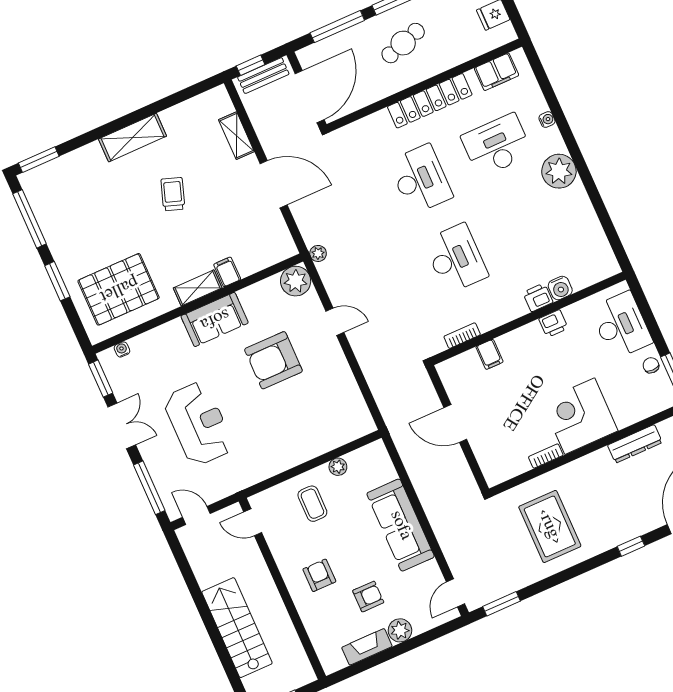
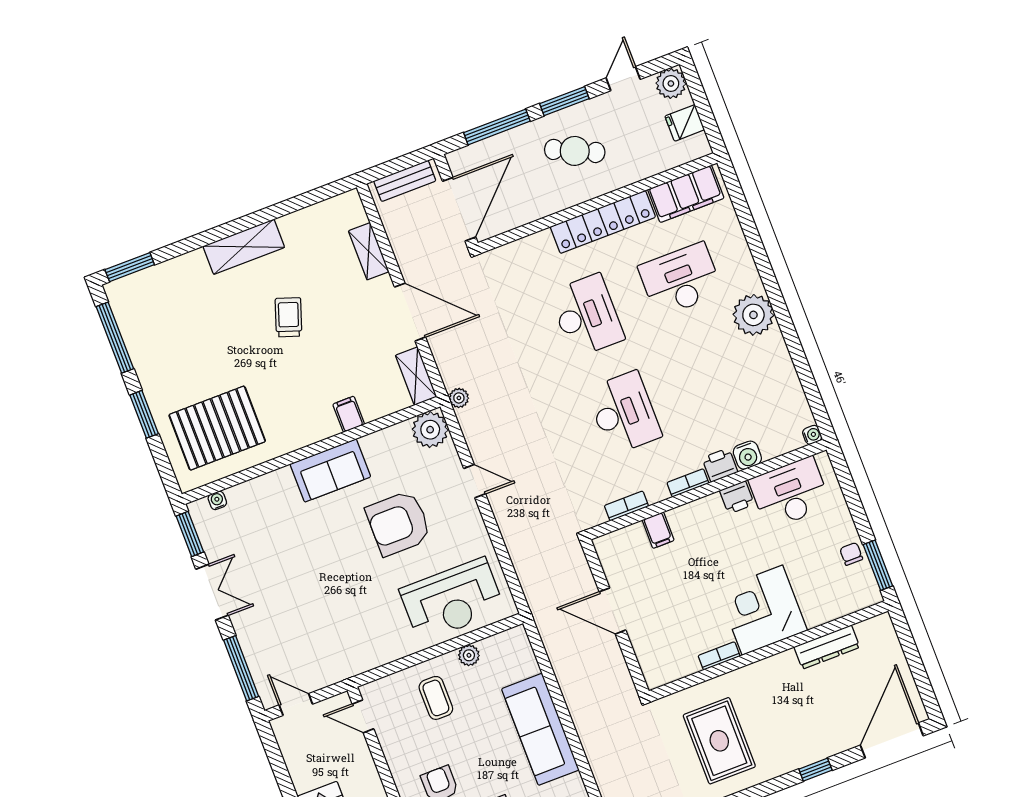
cafe table: (403, 43) -> (575, 151), turned 43
window: (251, 65) -> (390, 168), removed
filing cabinet: (496, 72) -> (686, 194), width x1.50, depth x1.17
water cooler: (547, 120) -> (812, 435), moved
shelving: (198, 288) -> (416, 376), moved, turned 90
bookcase: (512, 314) -> (688, 483), added
desk: (621, 325) -> (790, 493), moved, turned -90
reception desk: (199, 424) -> (452, 600), moved, turned 90

